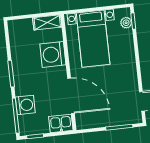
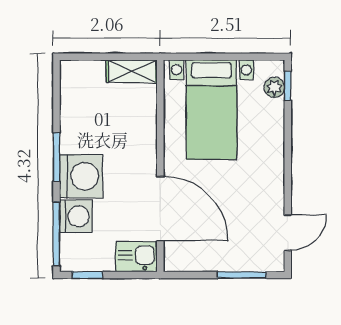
washing machine: (53, 54) -> (81, 176), moved, turned 180

